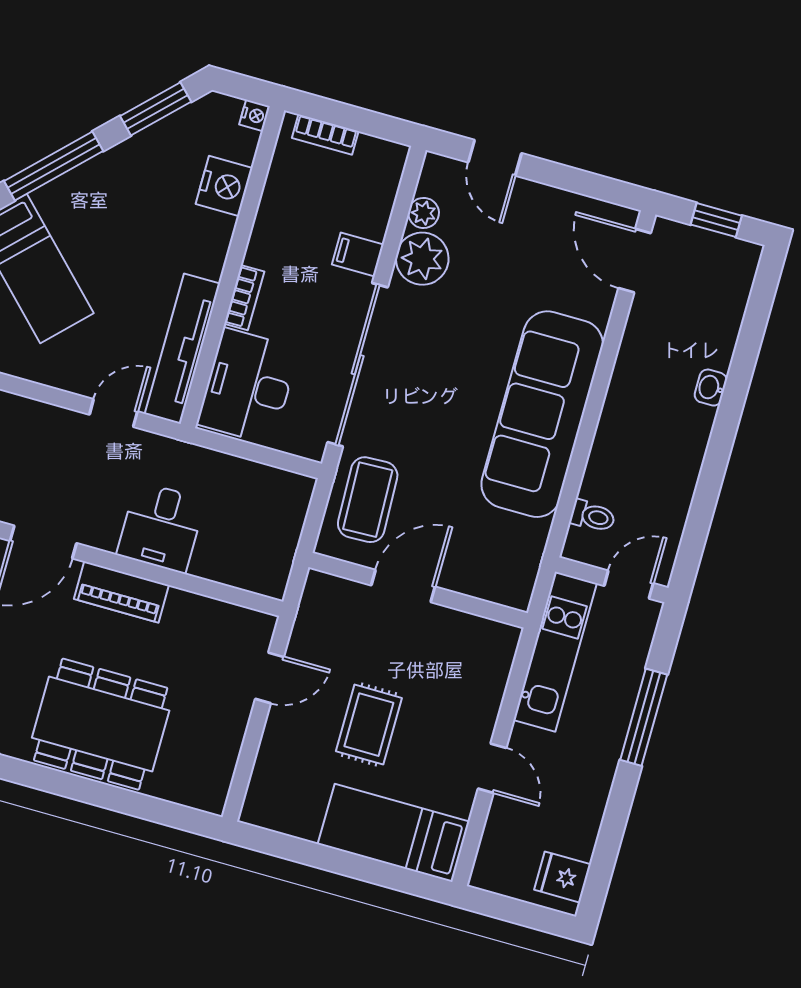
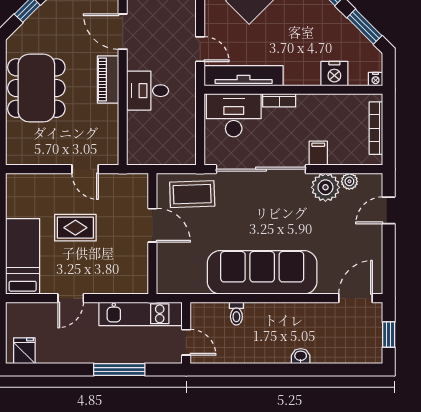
bookcase: (325, 134) -> (376, 128), width x1.56
toilet: (593, 516) -> (236, 314), moved

